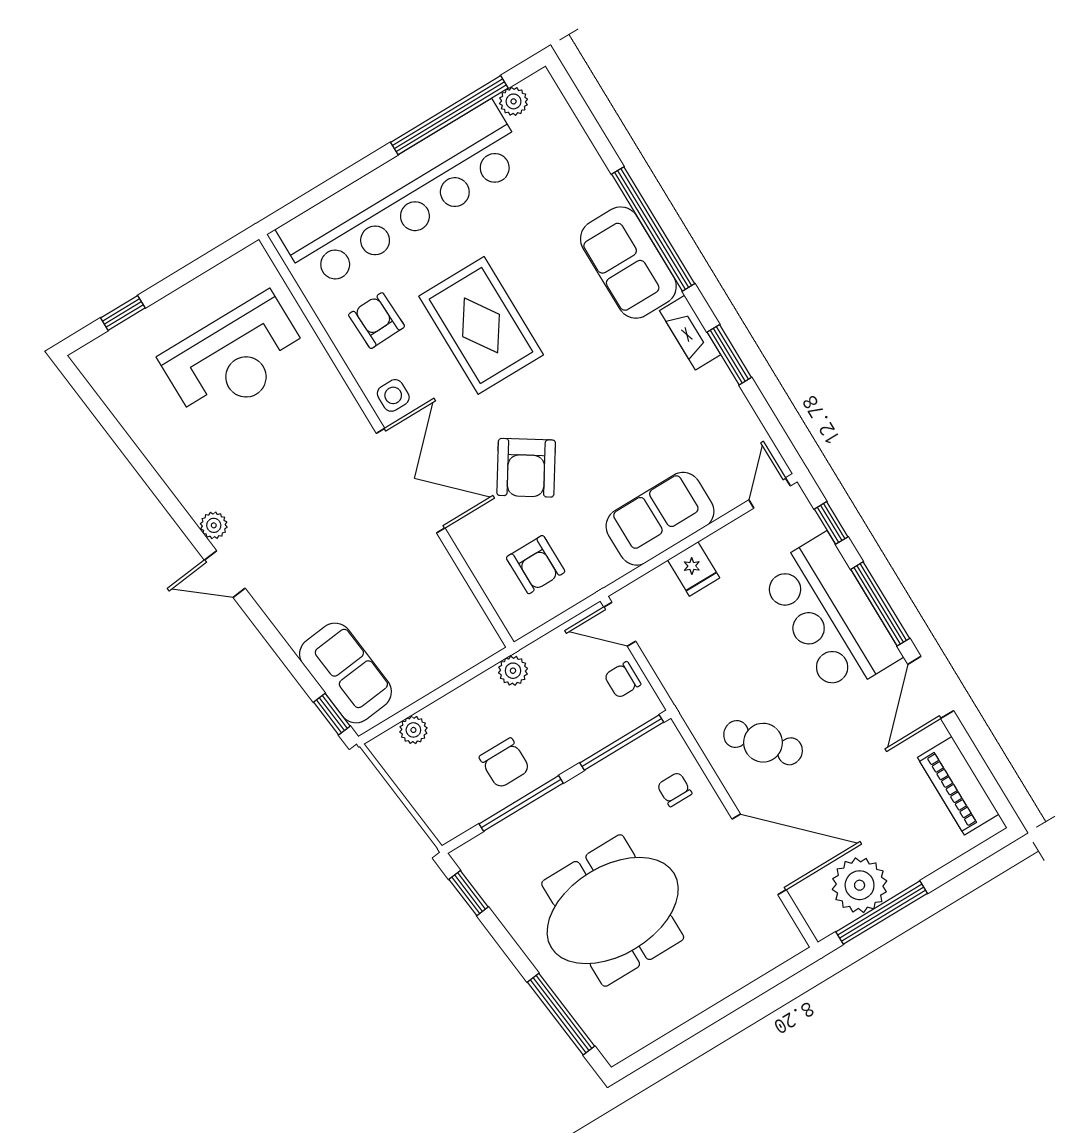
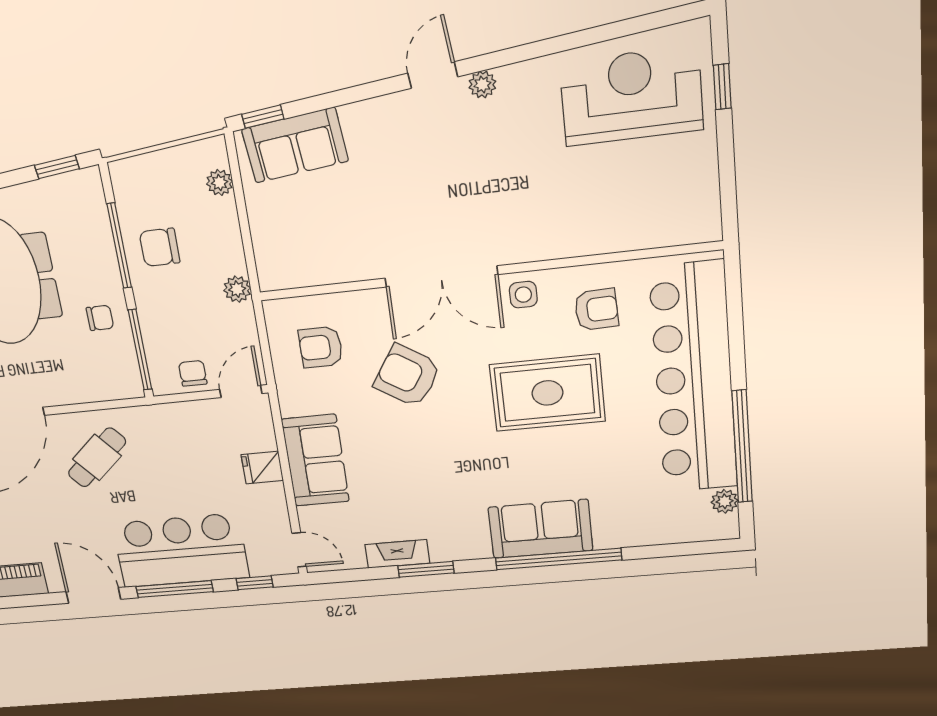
fireplace: (690, 333) -> (397, 554), moved
reception desk: (235, 358) -> (631, 96), moved, turned 90
chair: (674, 789) -> (100, 318), moved

